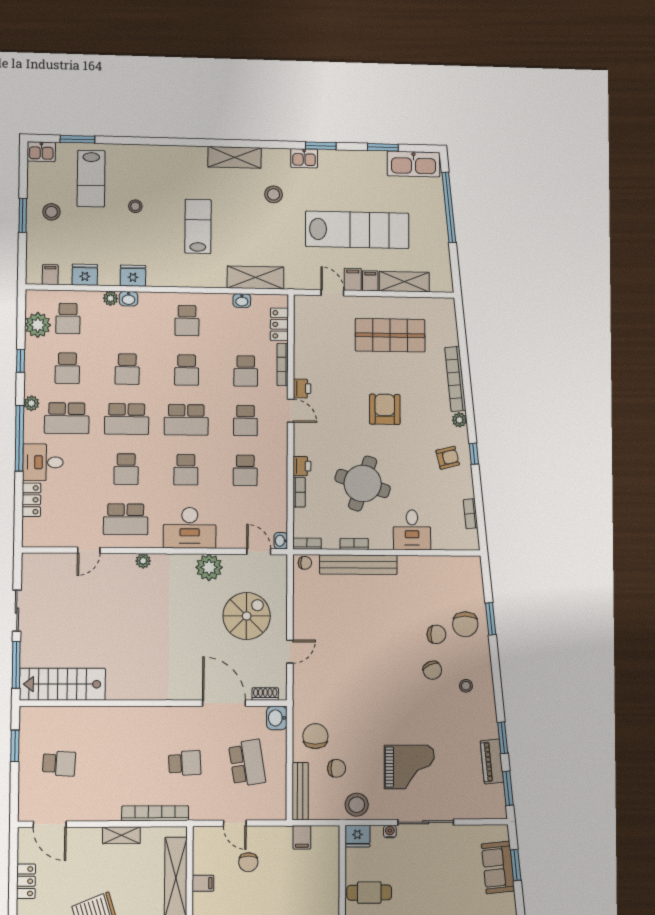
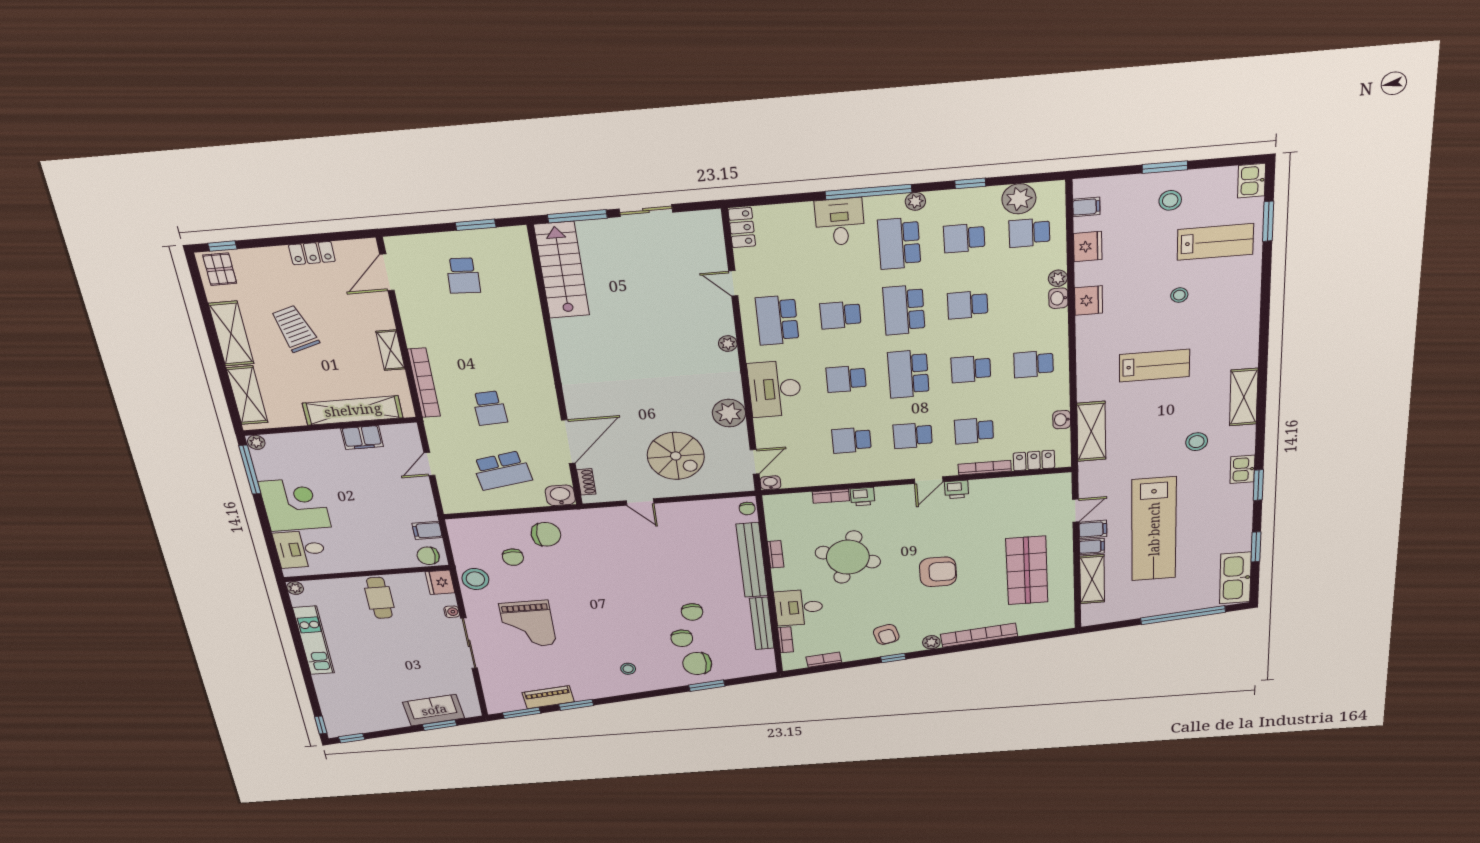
lab bench: (91, 179) -> (1215, 242), turned 180
locker: (31, 500) -> (742, 228), moved, turned -90
bookcase: (307, 544) -> (786, 640), moved
chair: (432, 670) -> (692, 612), moved, turned -66
bench: (300, 791) -> (762, 623), moved, turned 90
chair: (248, 862) -> (428, 556), moved
filing cabinet: (203, 883) -> (362, 438), width x2.00

